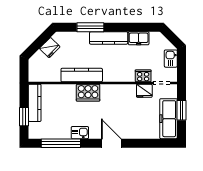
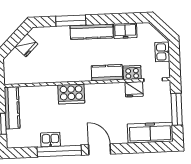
kitchen counter: (82, 75) -> (107, 73), moved, width x0.67
window: (181, 110) -> (177, 109), width x1.44
freezer: (168, 119) -> (150, 133), moved, turned 90
kitchen sink: (80, 133) -> (50, 140), moved
window: (61, 143) -> (59, 151), moved

